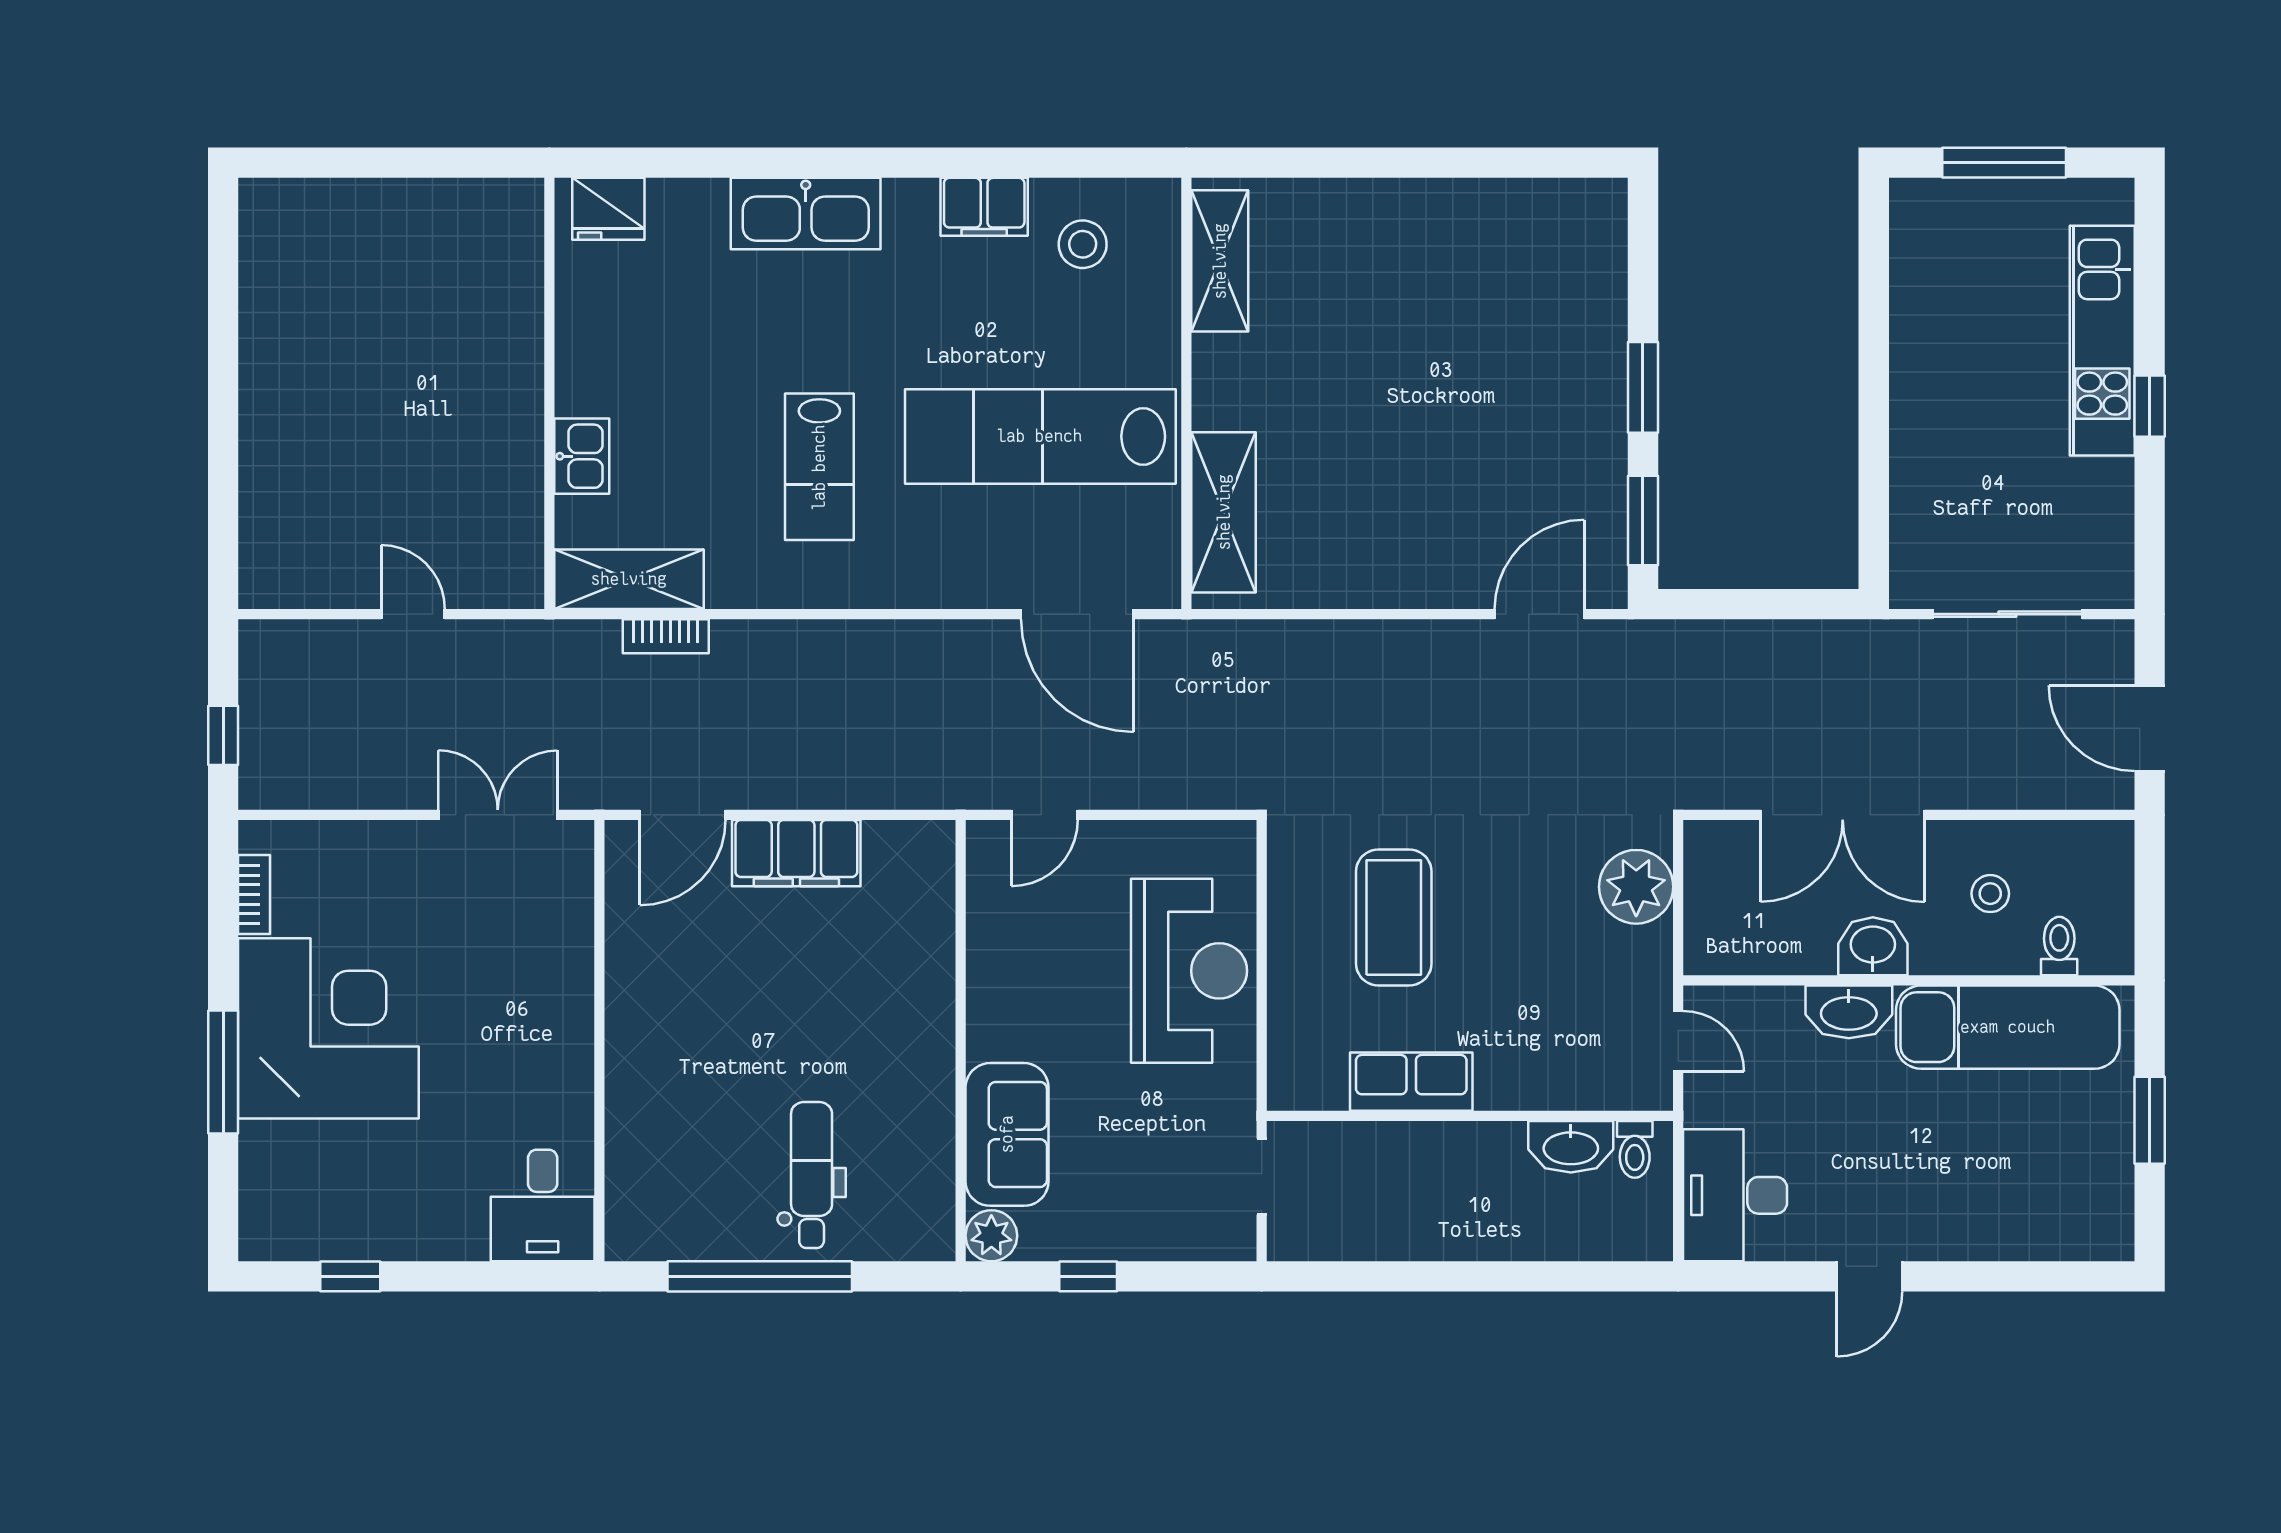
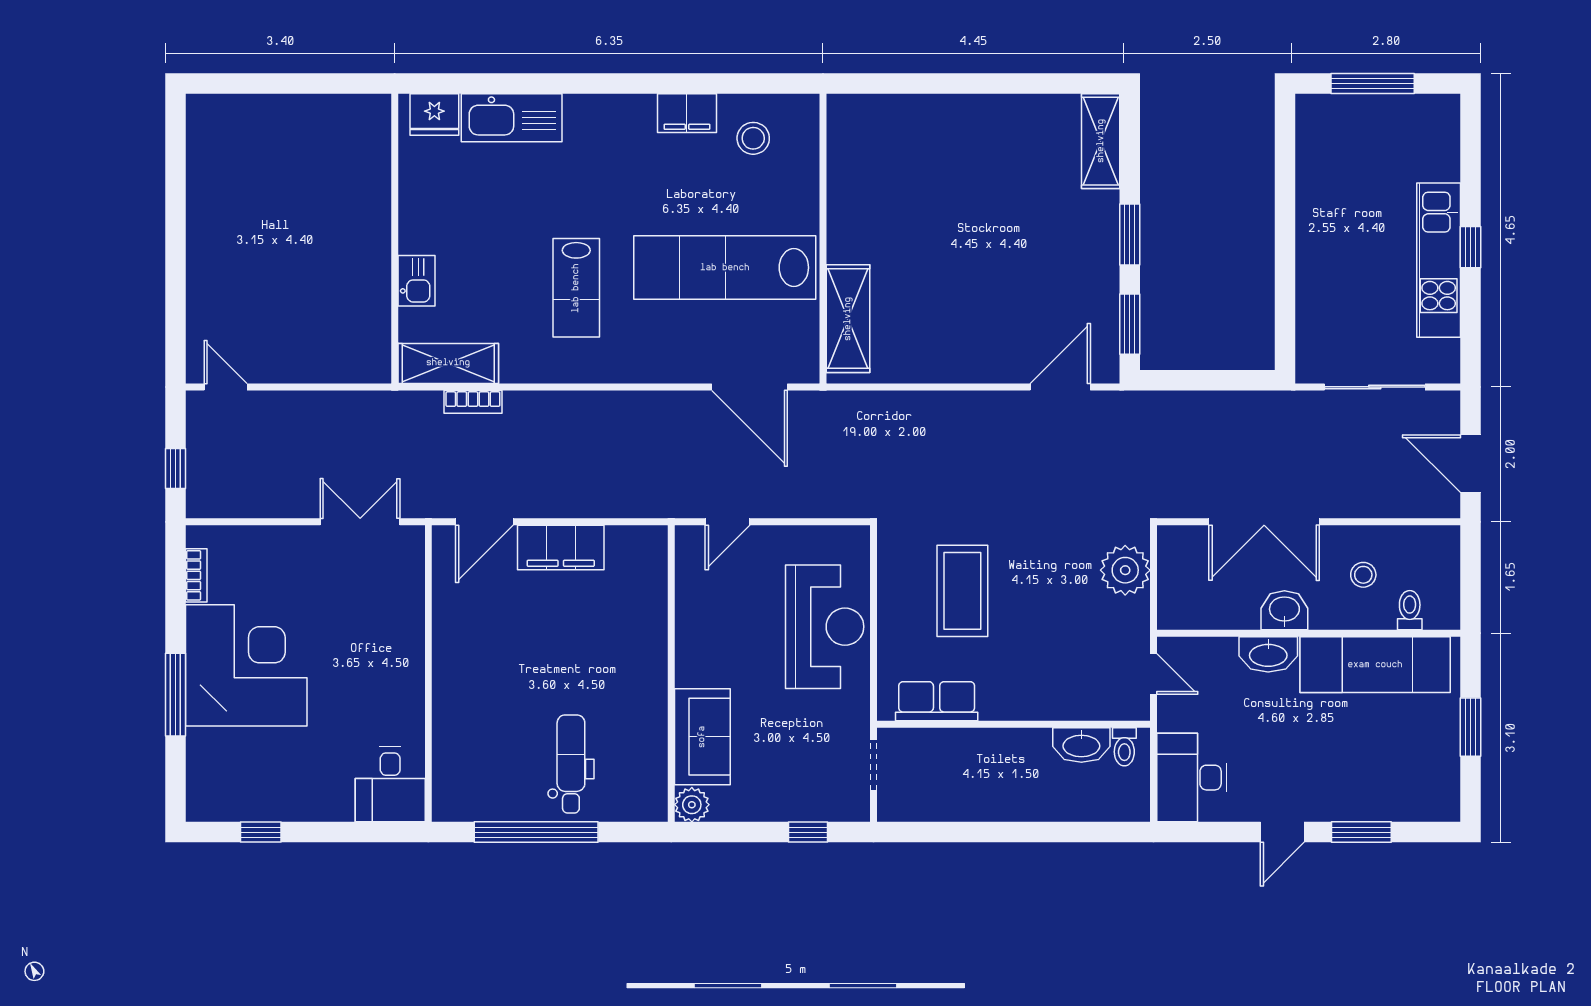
kitchen sink: (806, 214) -> (512, 118), moved
shelving: (1220, 261) -> (1101, 141), moved
kitchen unit: (2102, 341) -> (1439, 260), moved
door: (413, 614) -> (226, 387), moved
row of seats: (1411, 1082) -> (937, 701), moved
window: (1088, 1276) -> (808, 832), moved
window: (1987, 1276) -> (1361, 832), added

